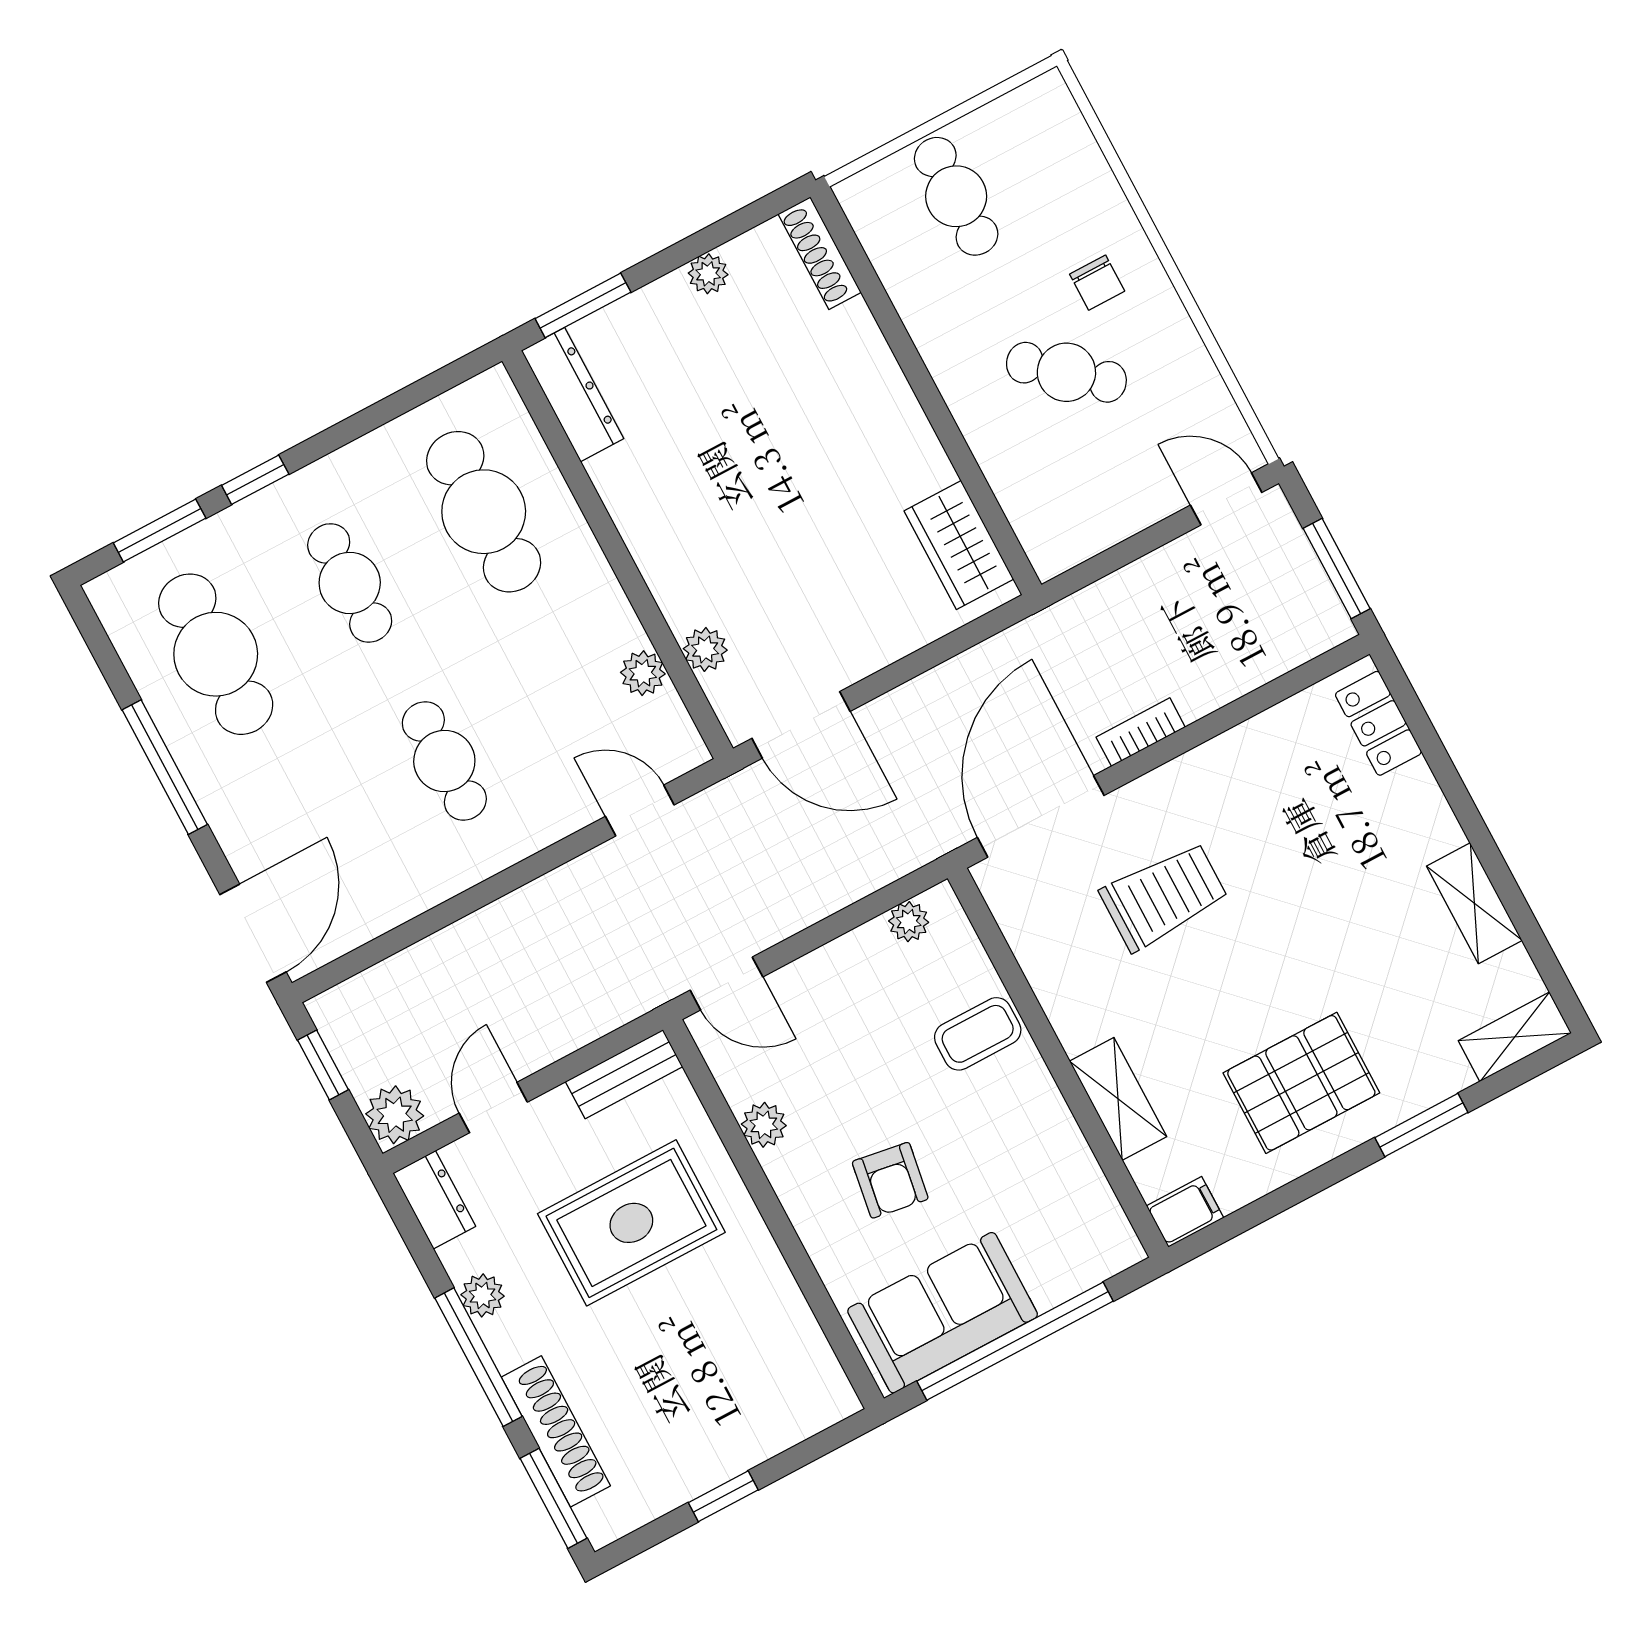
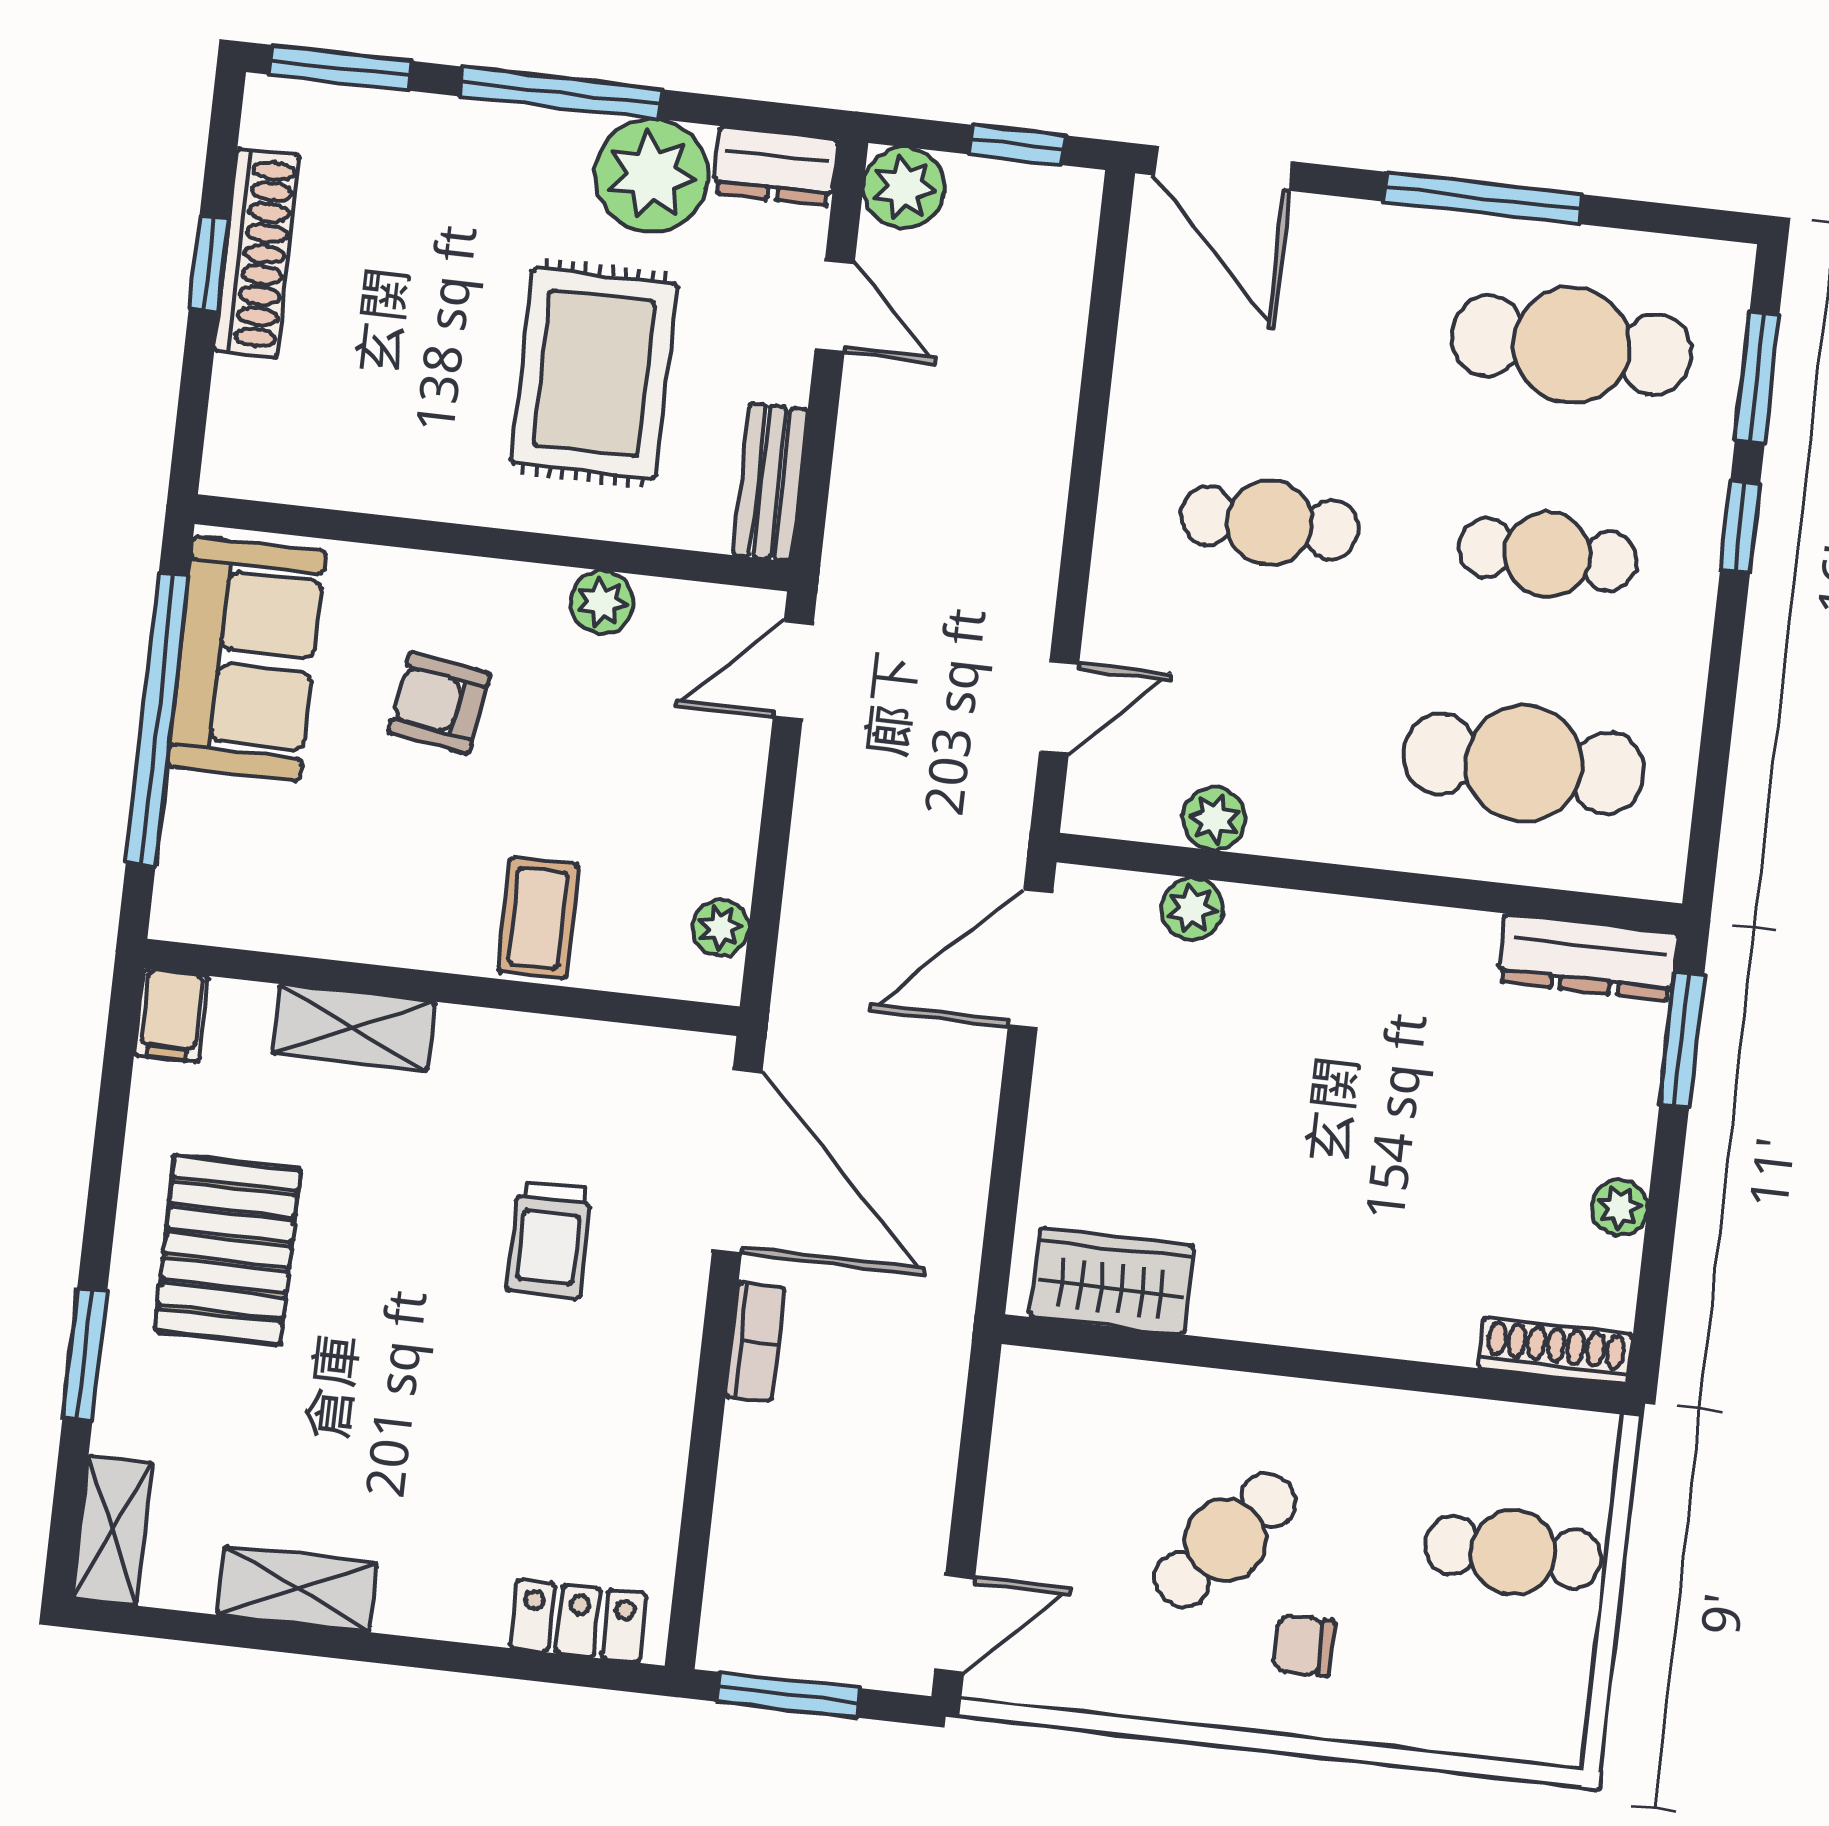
trolley: (1164, 896) -> (549, 1240), width x0.73, depth x0.72
plant: (482, 1295) -> (651, 175), width x1.88, depth x1.88
shoe rack: (556, 1431) -> (257, 253), moved, turned -90

